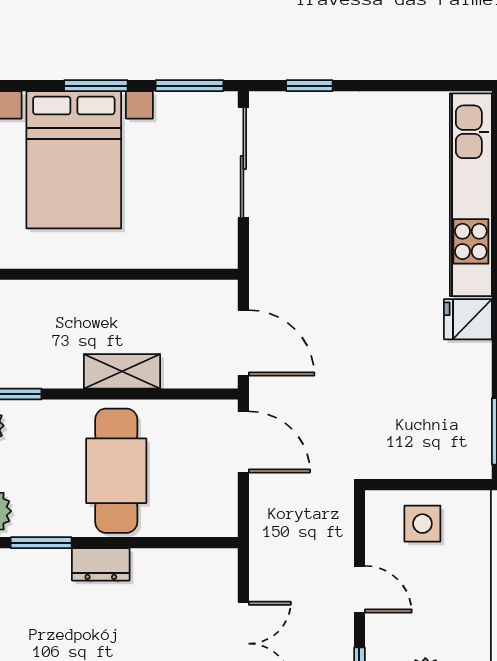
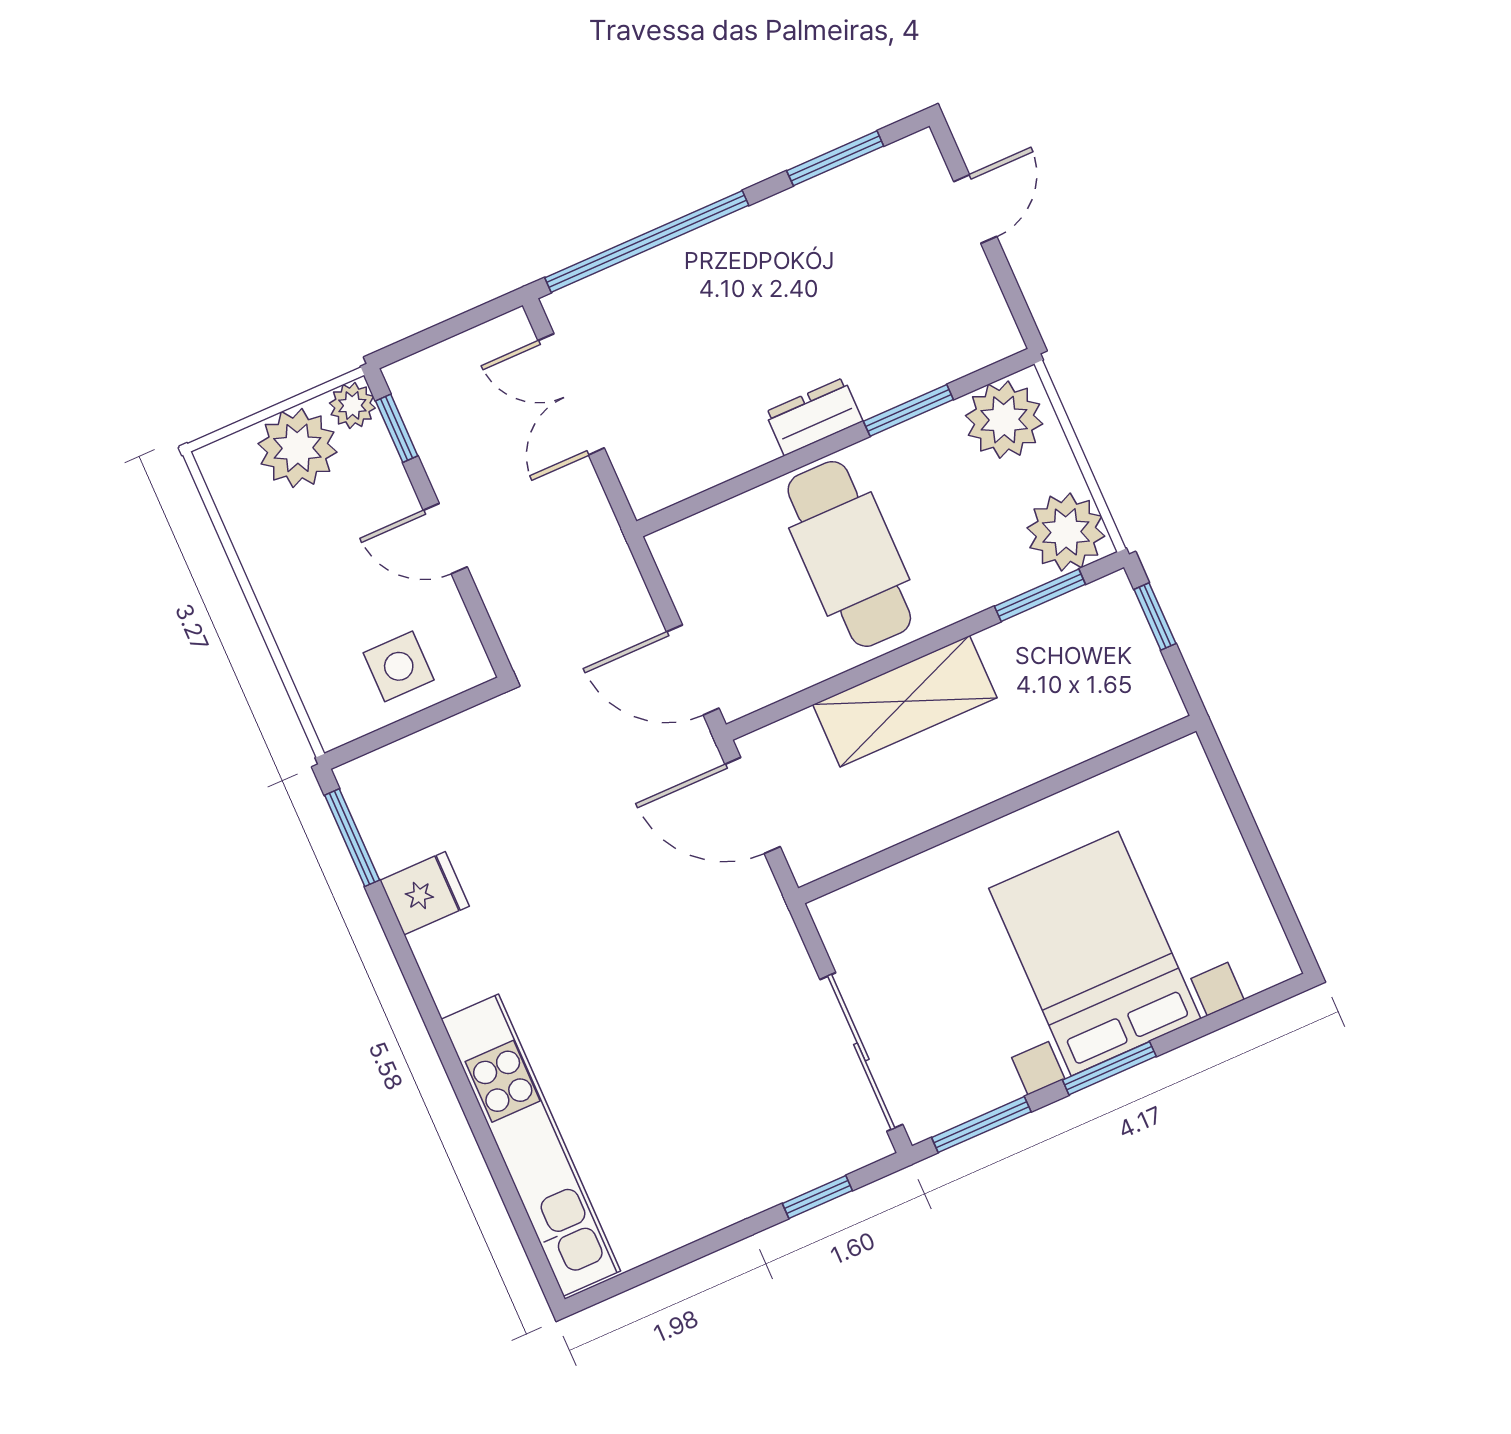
fridge: (468, 319) -> (425, 893), moved
shelving: (122, 371) -> (905, 701), width x1.50, depth x1.33

